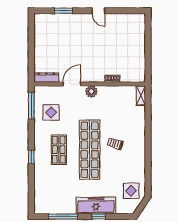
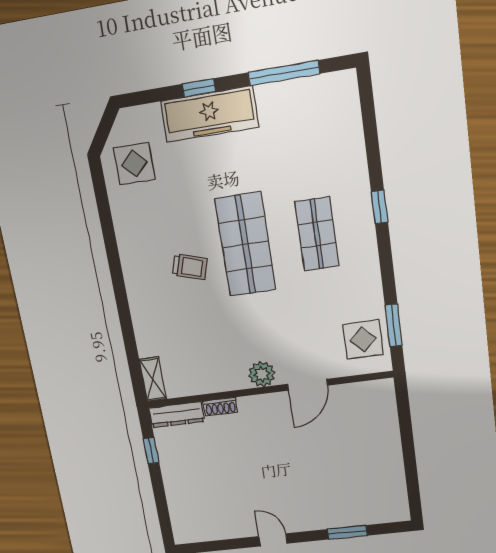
window: (148, 62) -> (151, 451), added
dresser: (46, 78) -> (177, 415), moved
window: (31, 106) -> (394, 325), width x0.69
display table: (51, 112) -> (363, 339), moved
shop shelf: (90, 150) -> (245, 245), width x0.71

